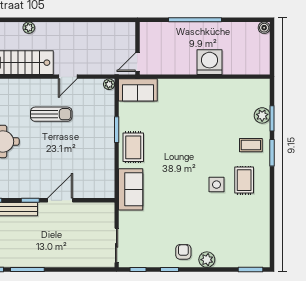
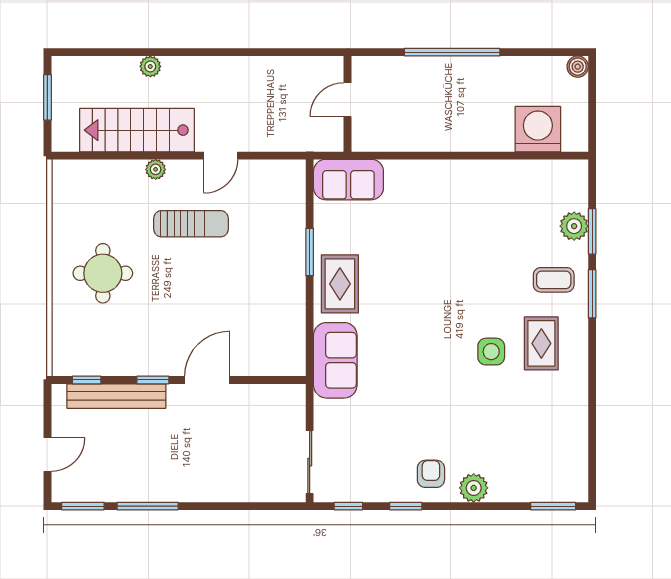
door: (137, 62) -> (348, 100), moved
washing machine: (210, 62) -> (538, 129), moved
plant: (109, 84) -> (156, 169), moved

